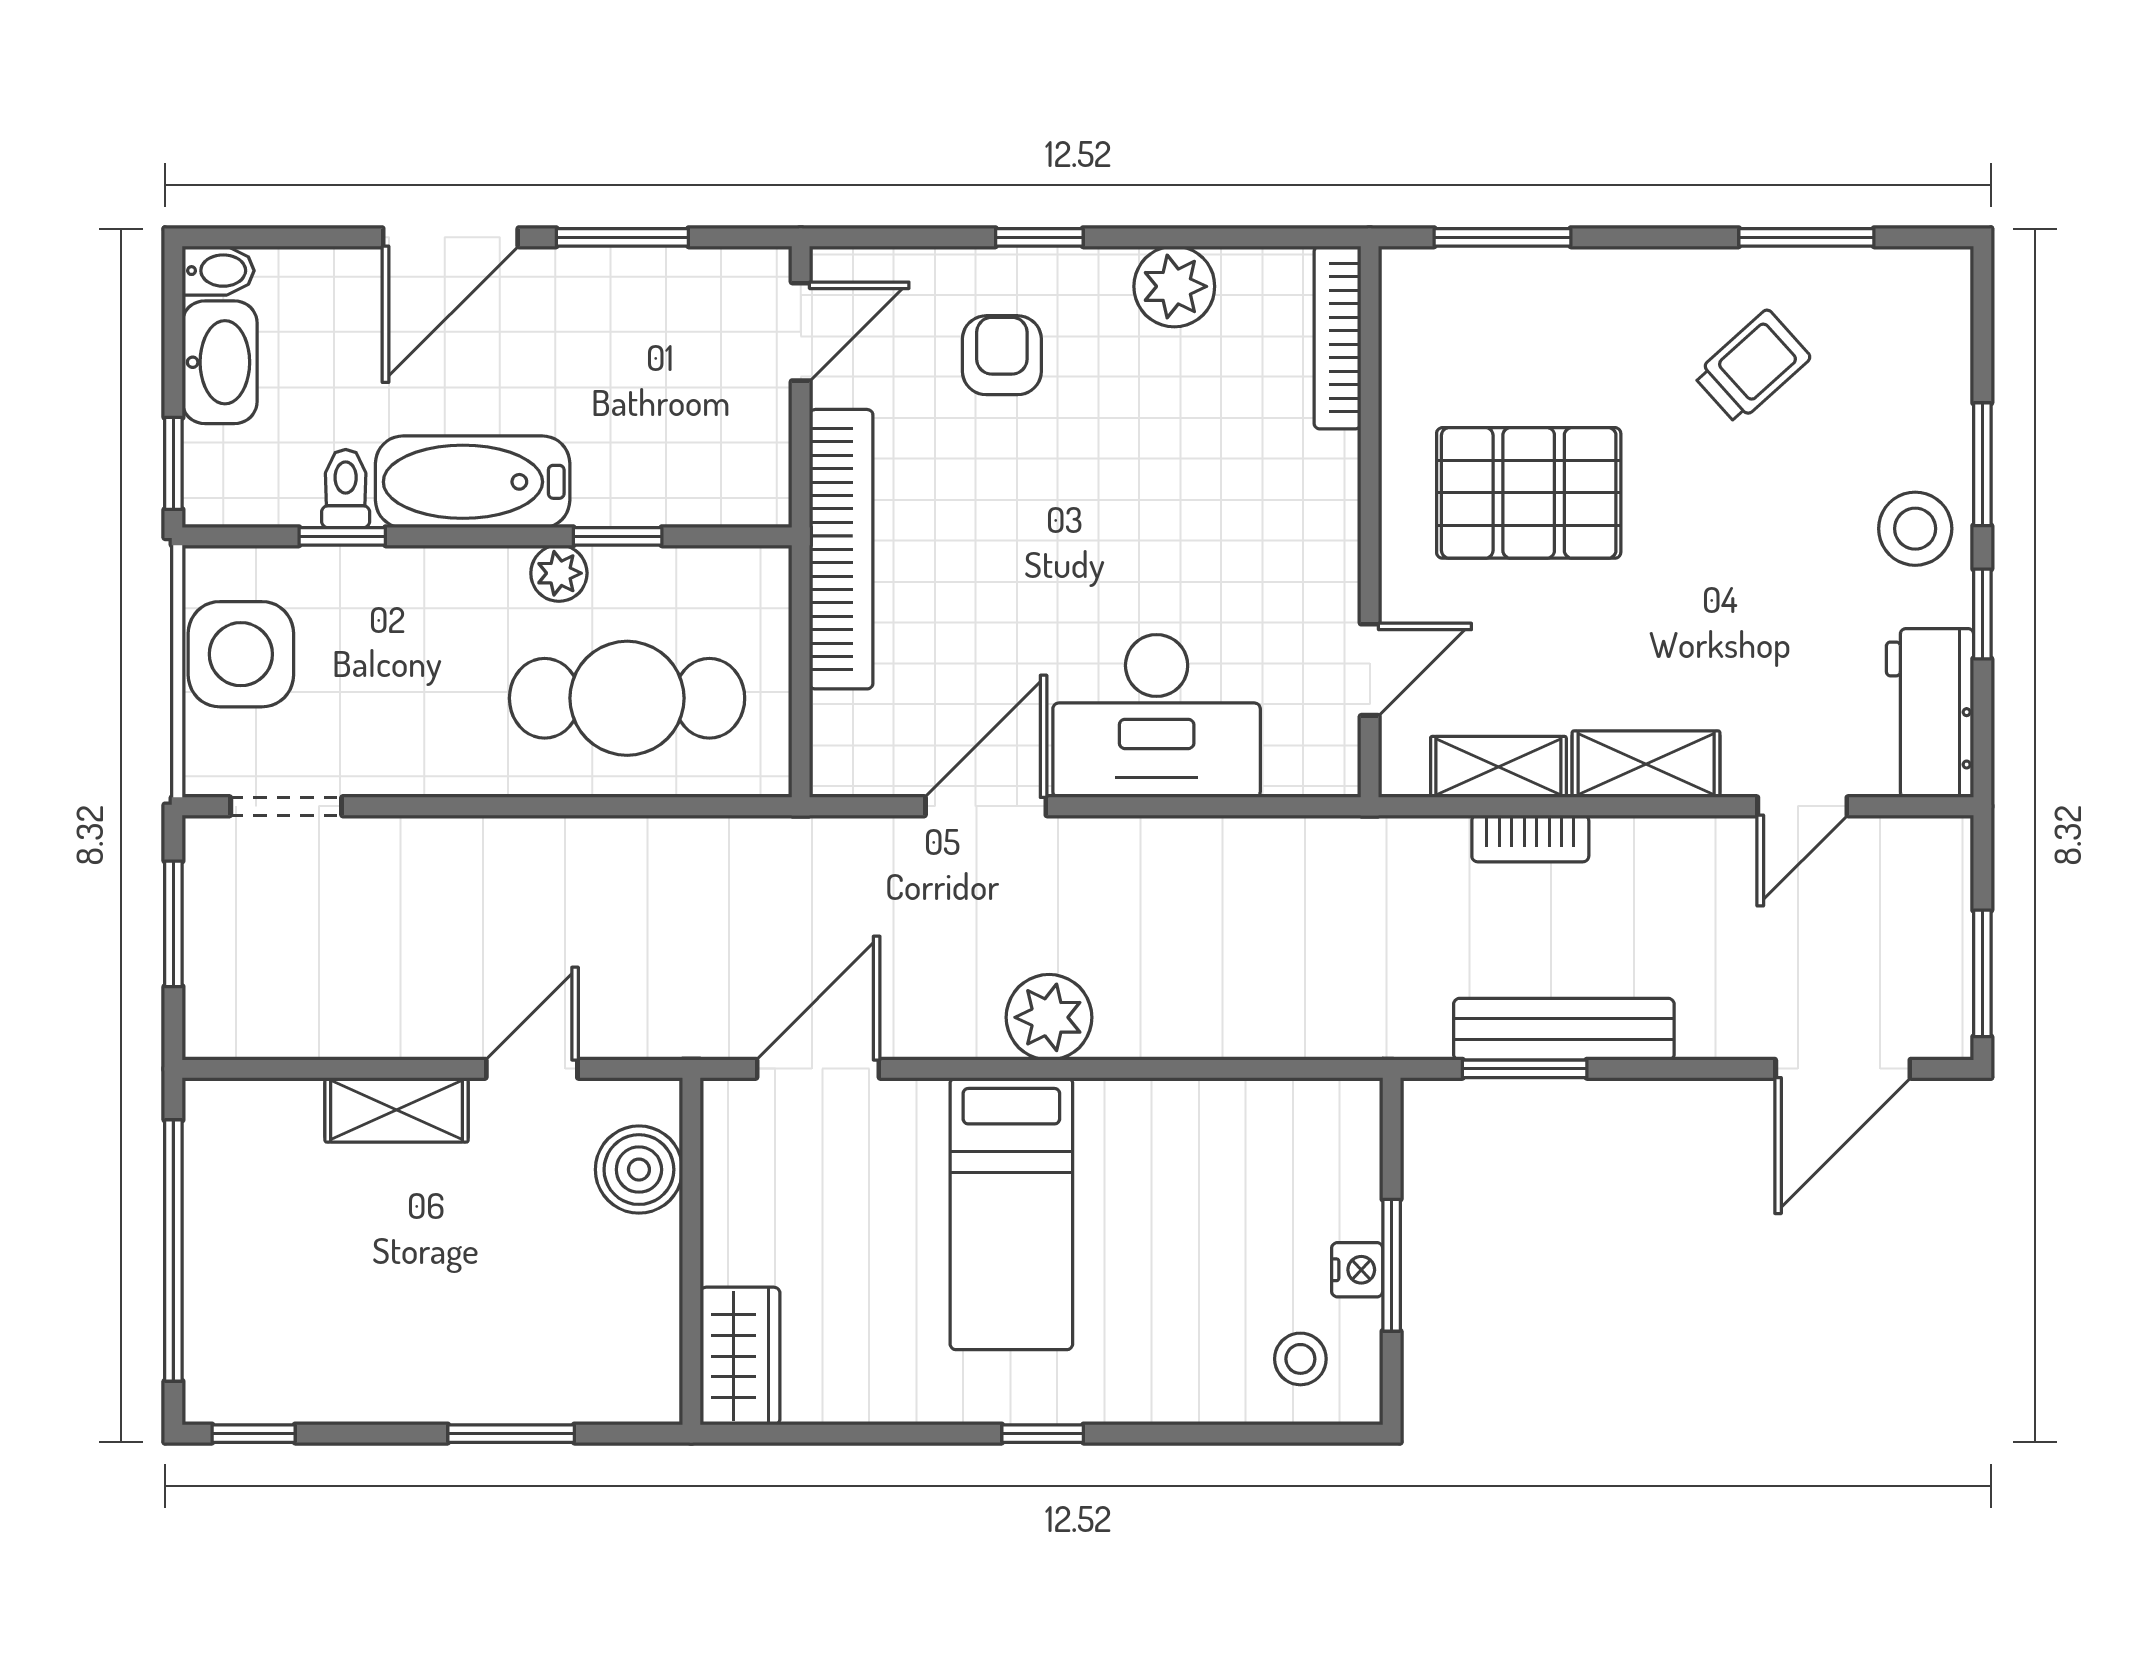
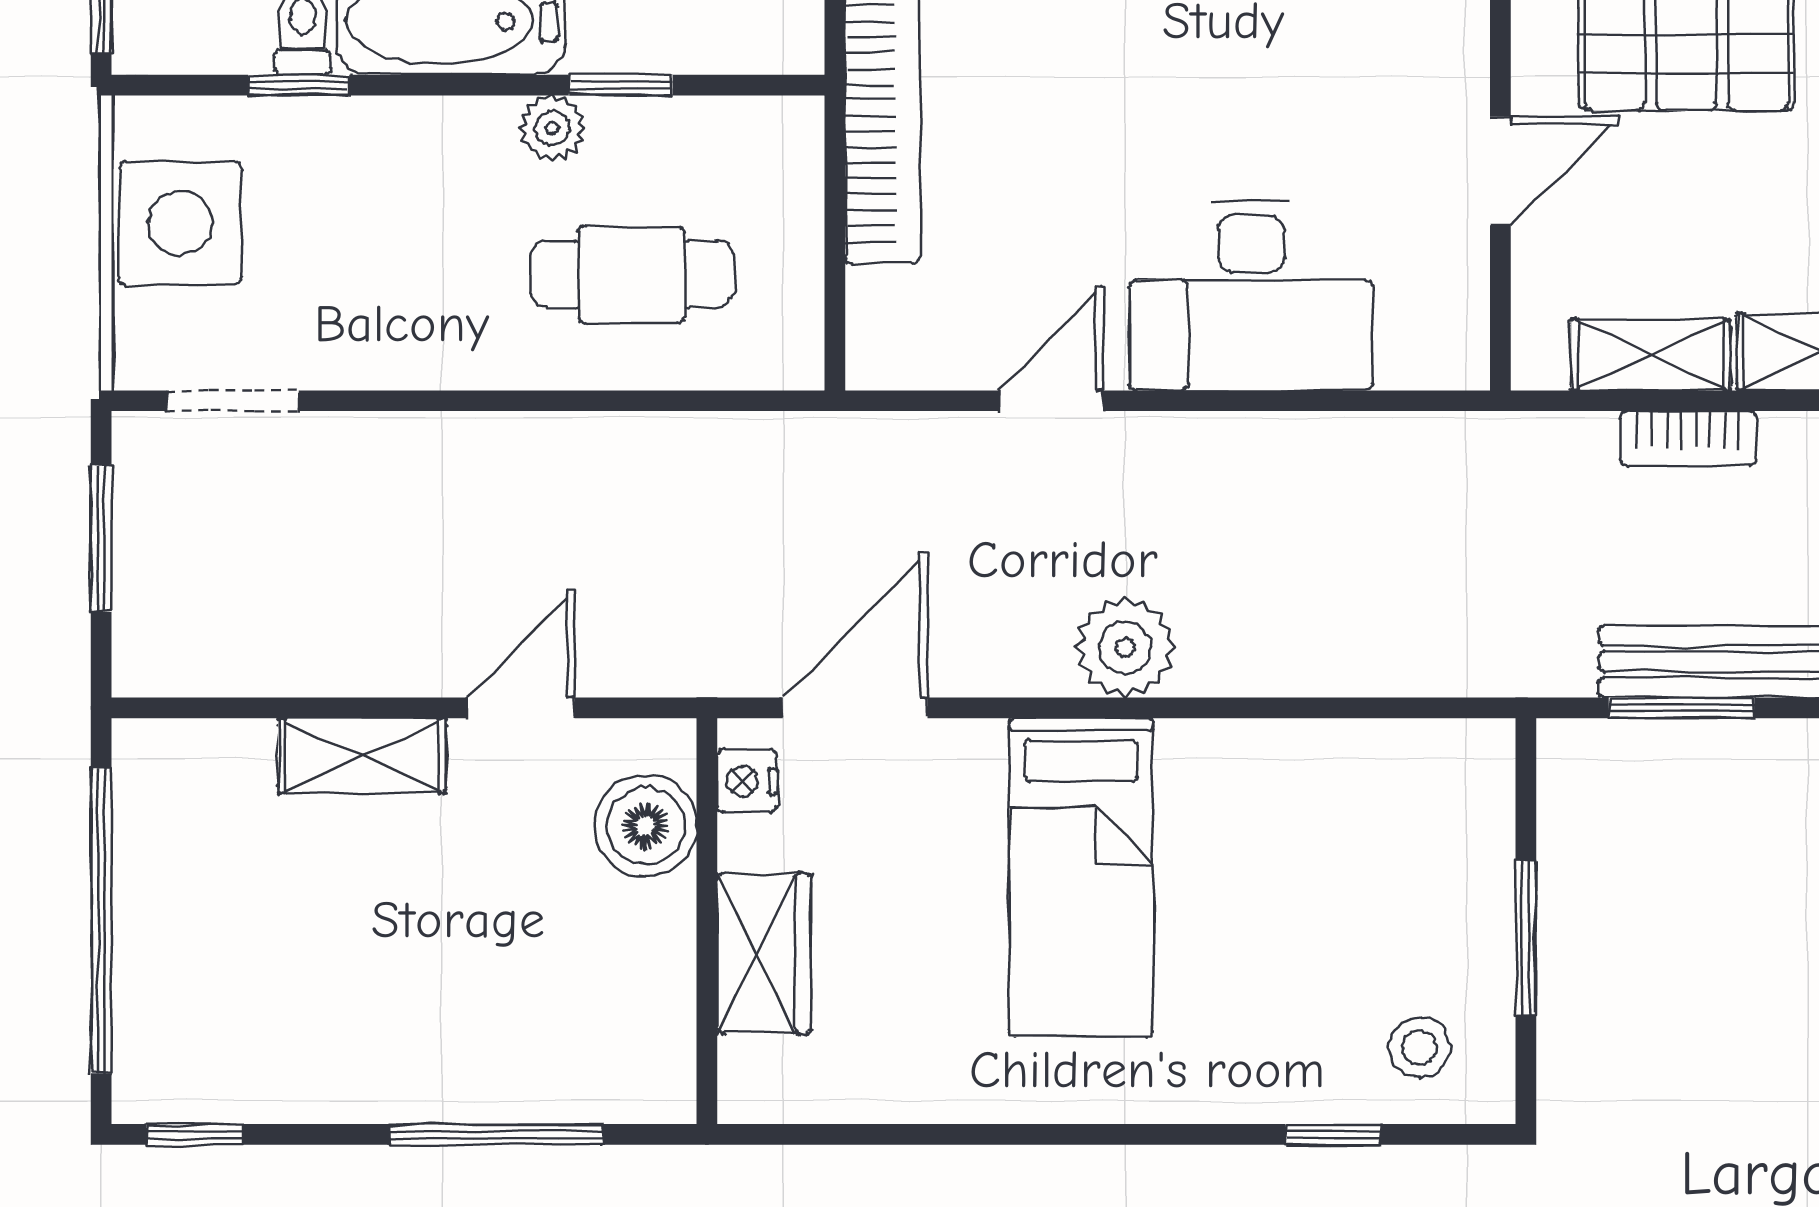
door: (1370, 670) -> (1500, 171), moved
cafe table: (627, 698) -> (632, 274), width x0.73, depth x0.74
door: (986, 806) -> (1051, 401), width x0.73
nightstand: (1357, 1270) -> (747, 781), moved, turned 180
wardrobe: (740, 1356) -> (764, 953), moved
window: (511, 1434) -> (496, 1134), width x1.44
window: (1043, 1434) -> (1333, 1134), moved

